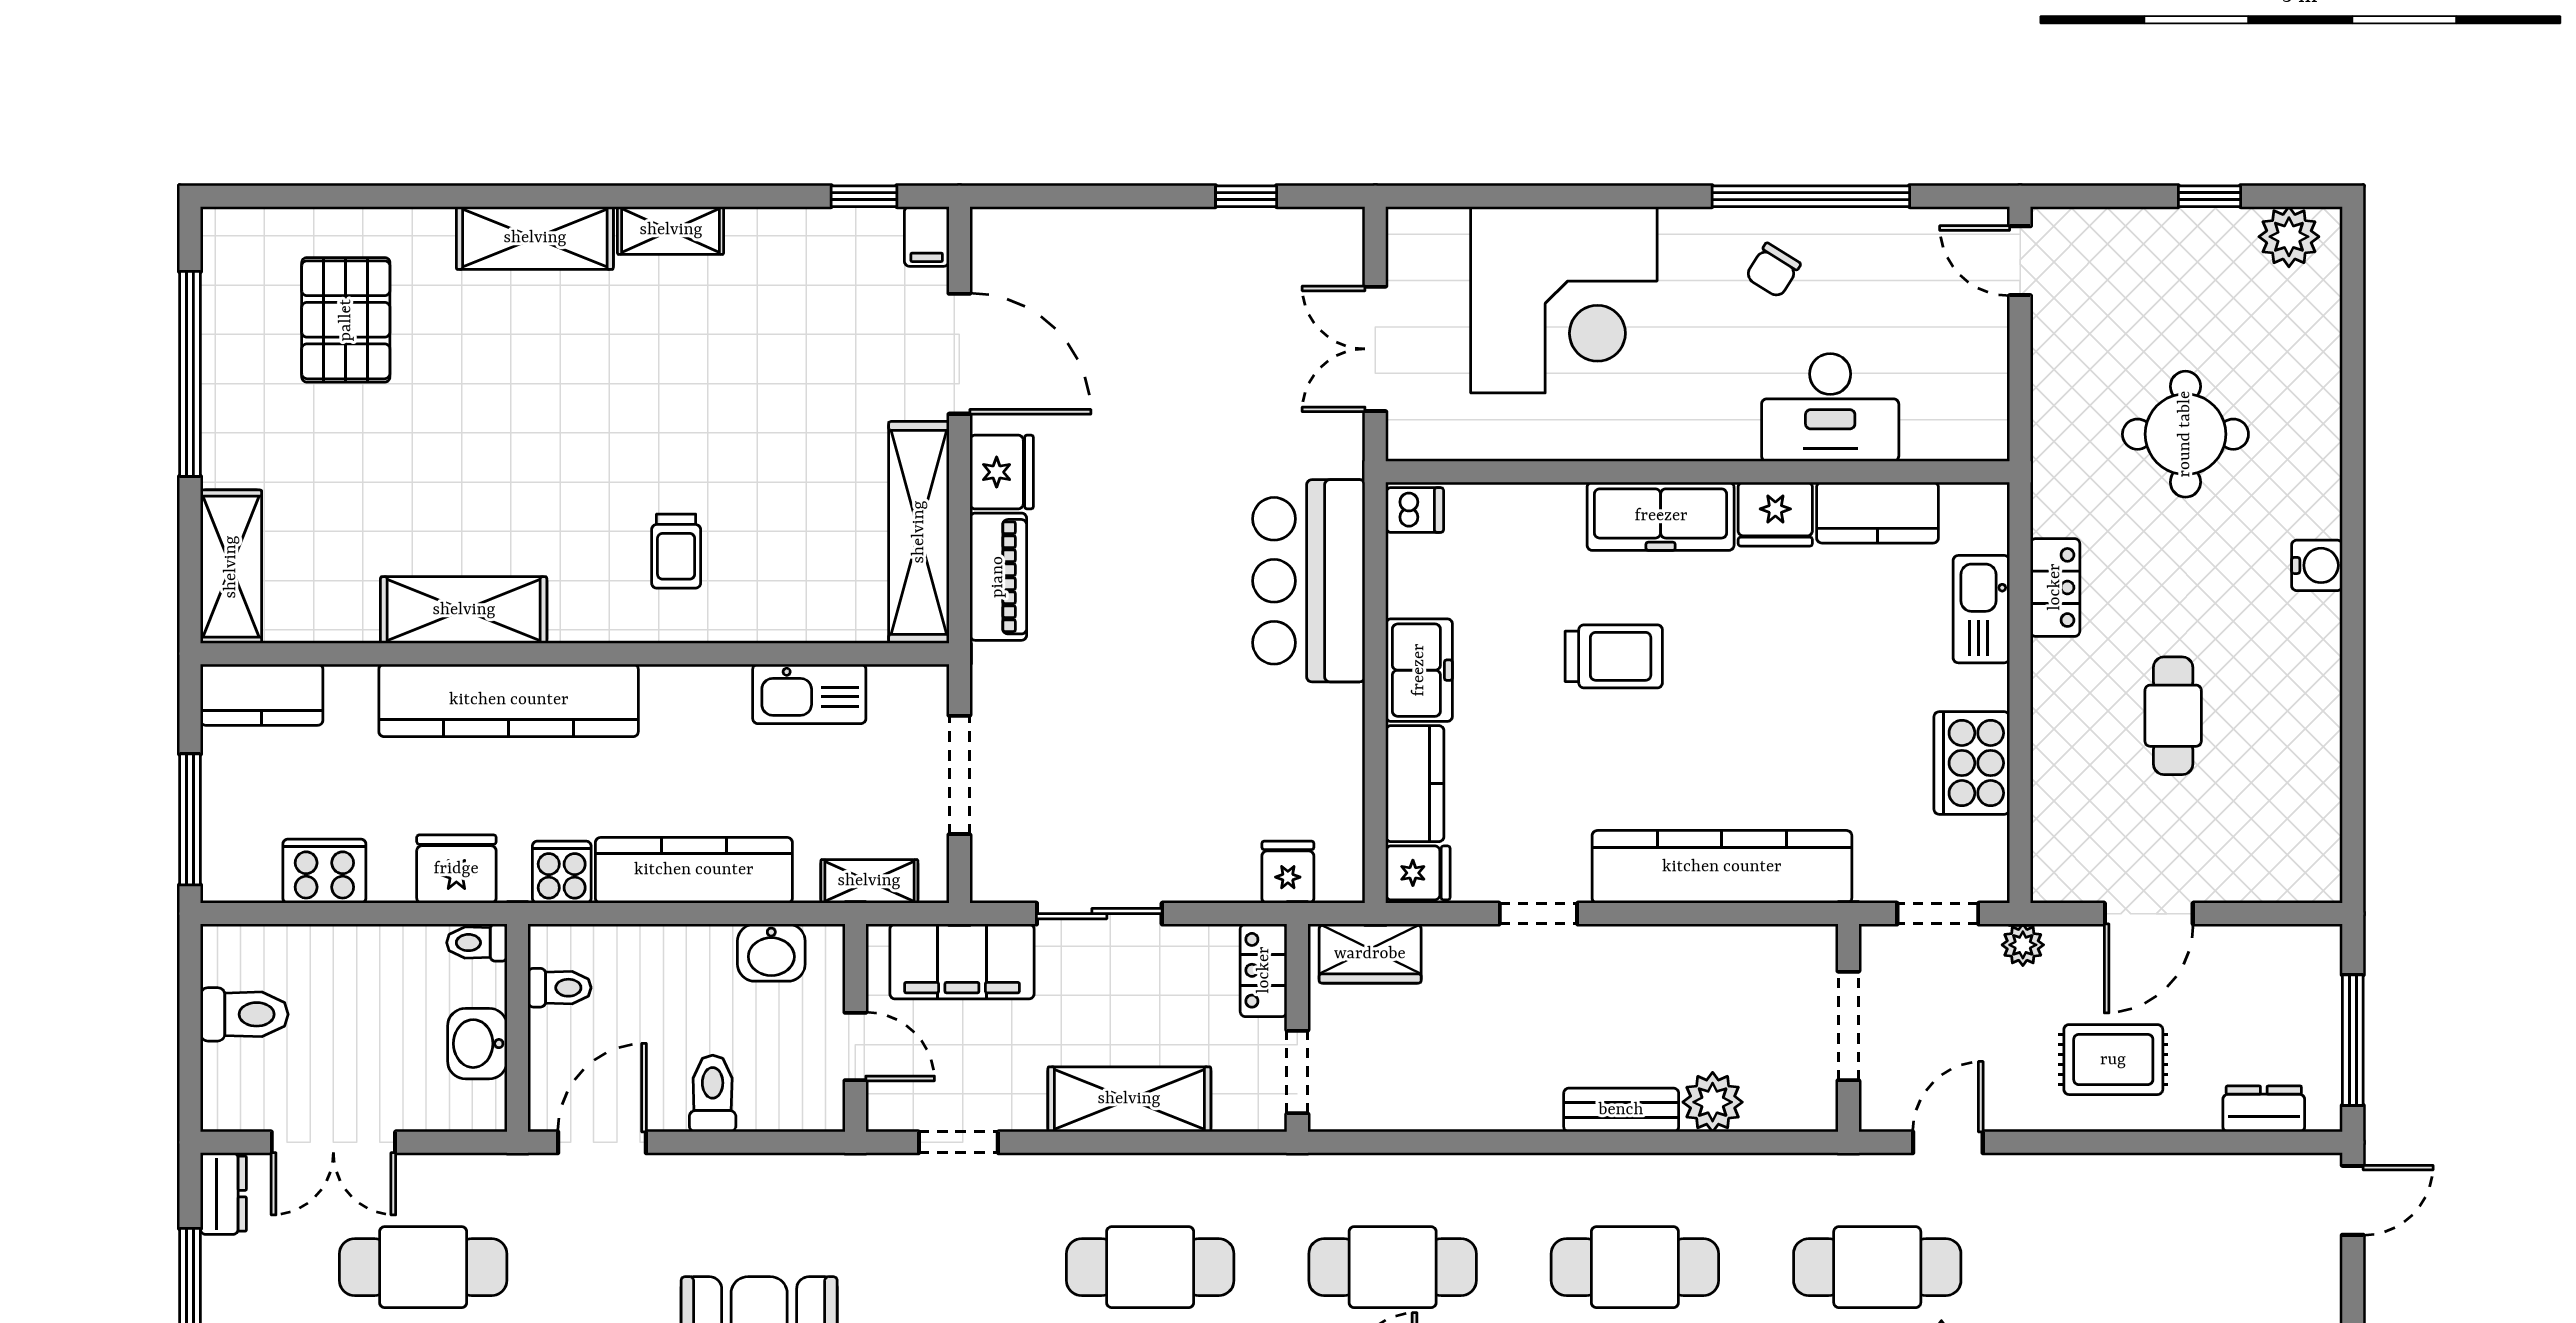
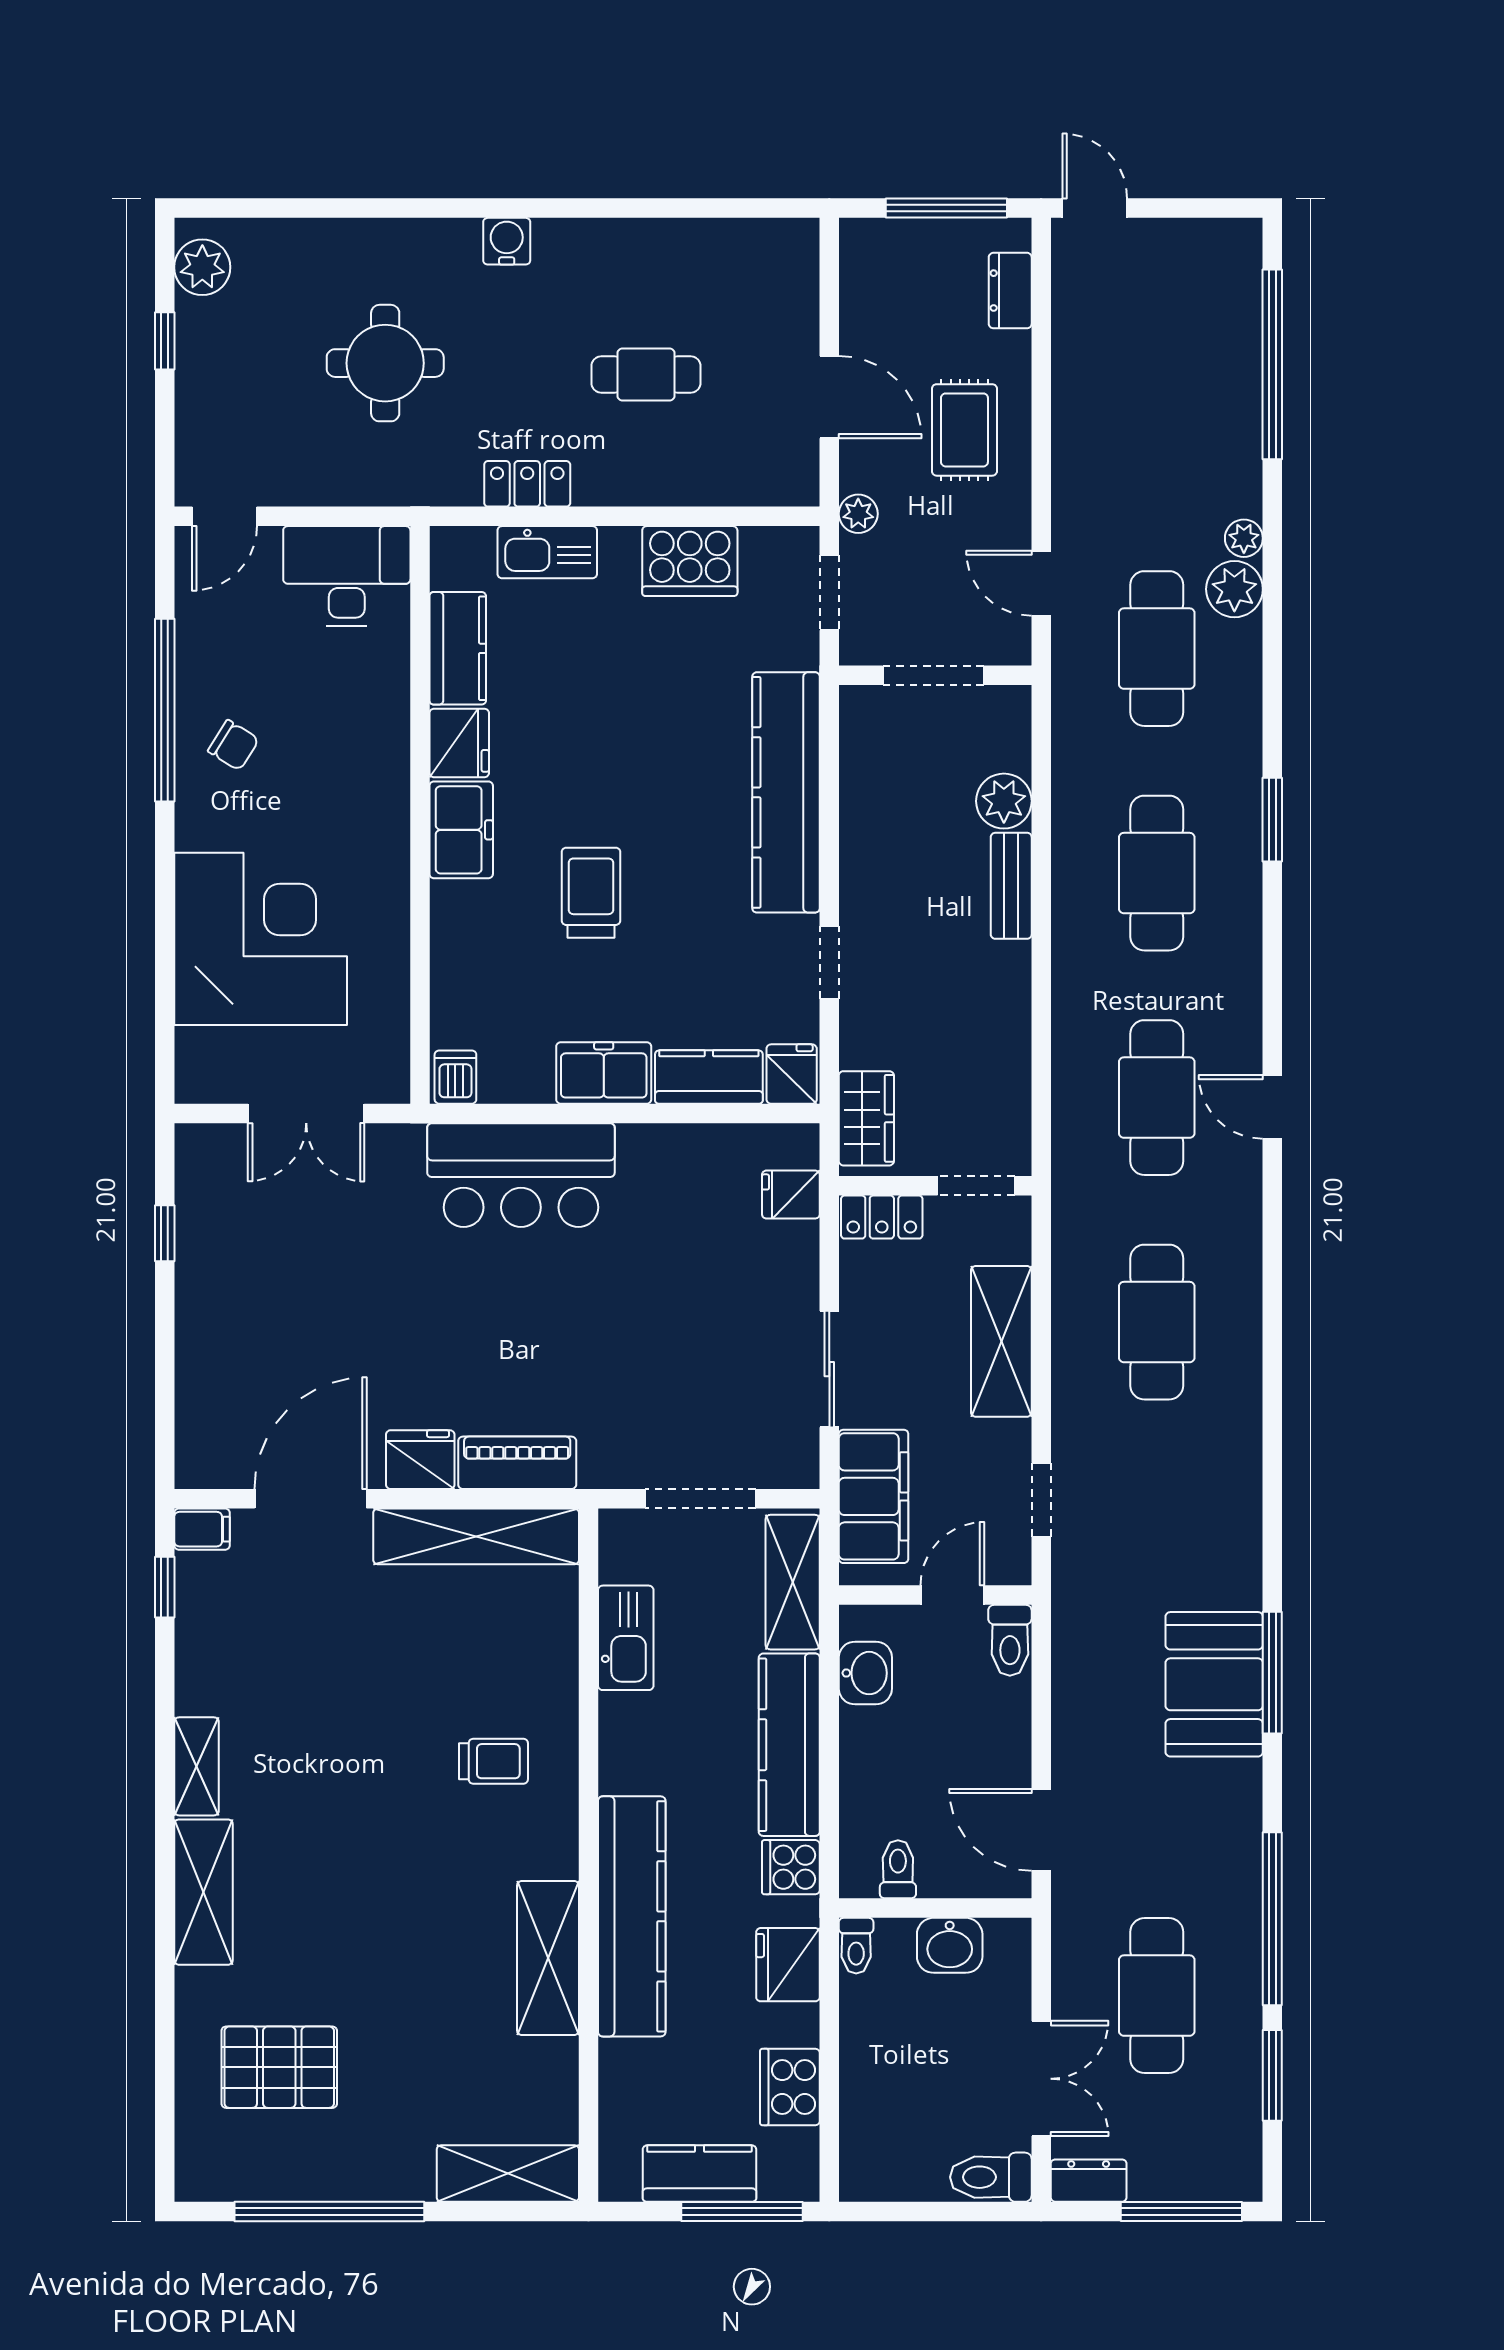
desk: (1830, 407) -> (347, 576), moved, turned -90
freezer: (1661, 516) -> (461, 830), width x0.71
kitchen counter: (262, 695) -> (699, 2173), moved, turned -90
shelving: (869, 881) -> (793, 1582), width x1.50, depth x1.33
toilet: (244, 1014) -> (991, 2177), moved, turned -90
toilet: (713, 1094) -> (1010, 1640), moved, turned -90

